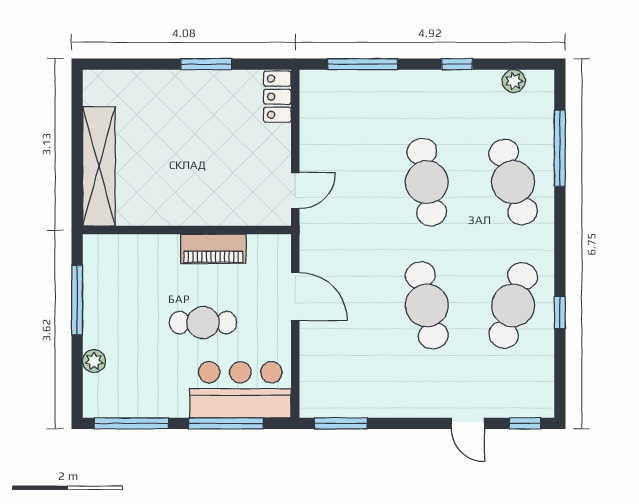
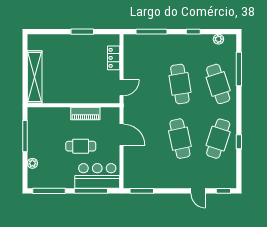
locker: (277, 97) -> (114, 58), moved

